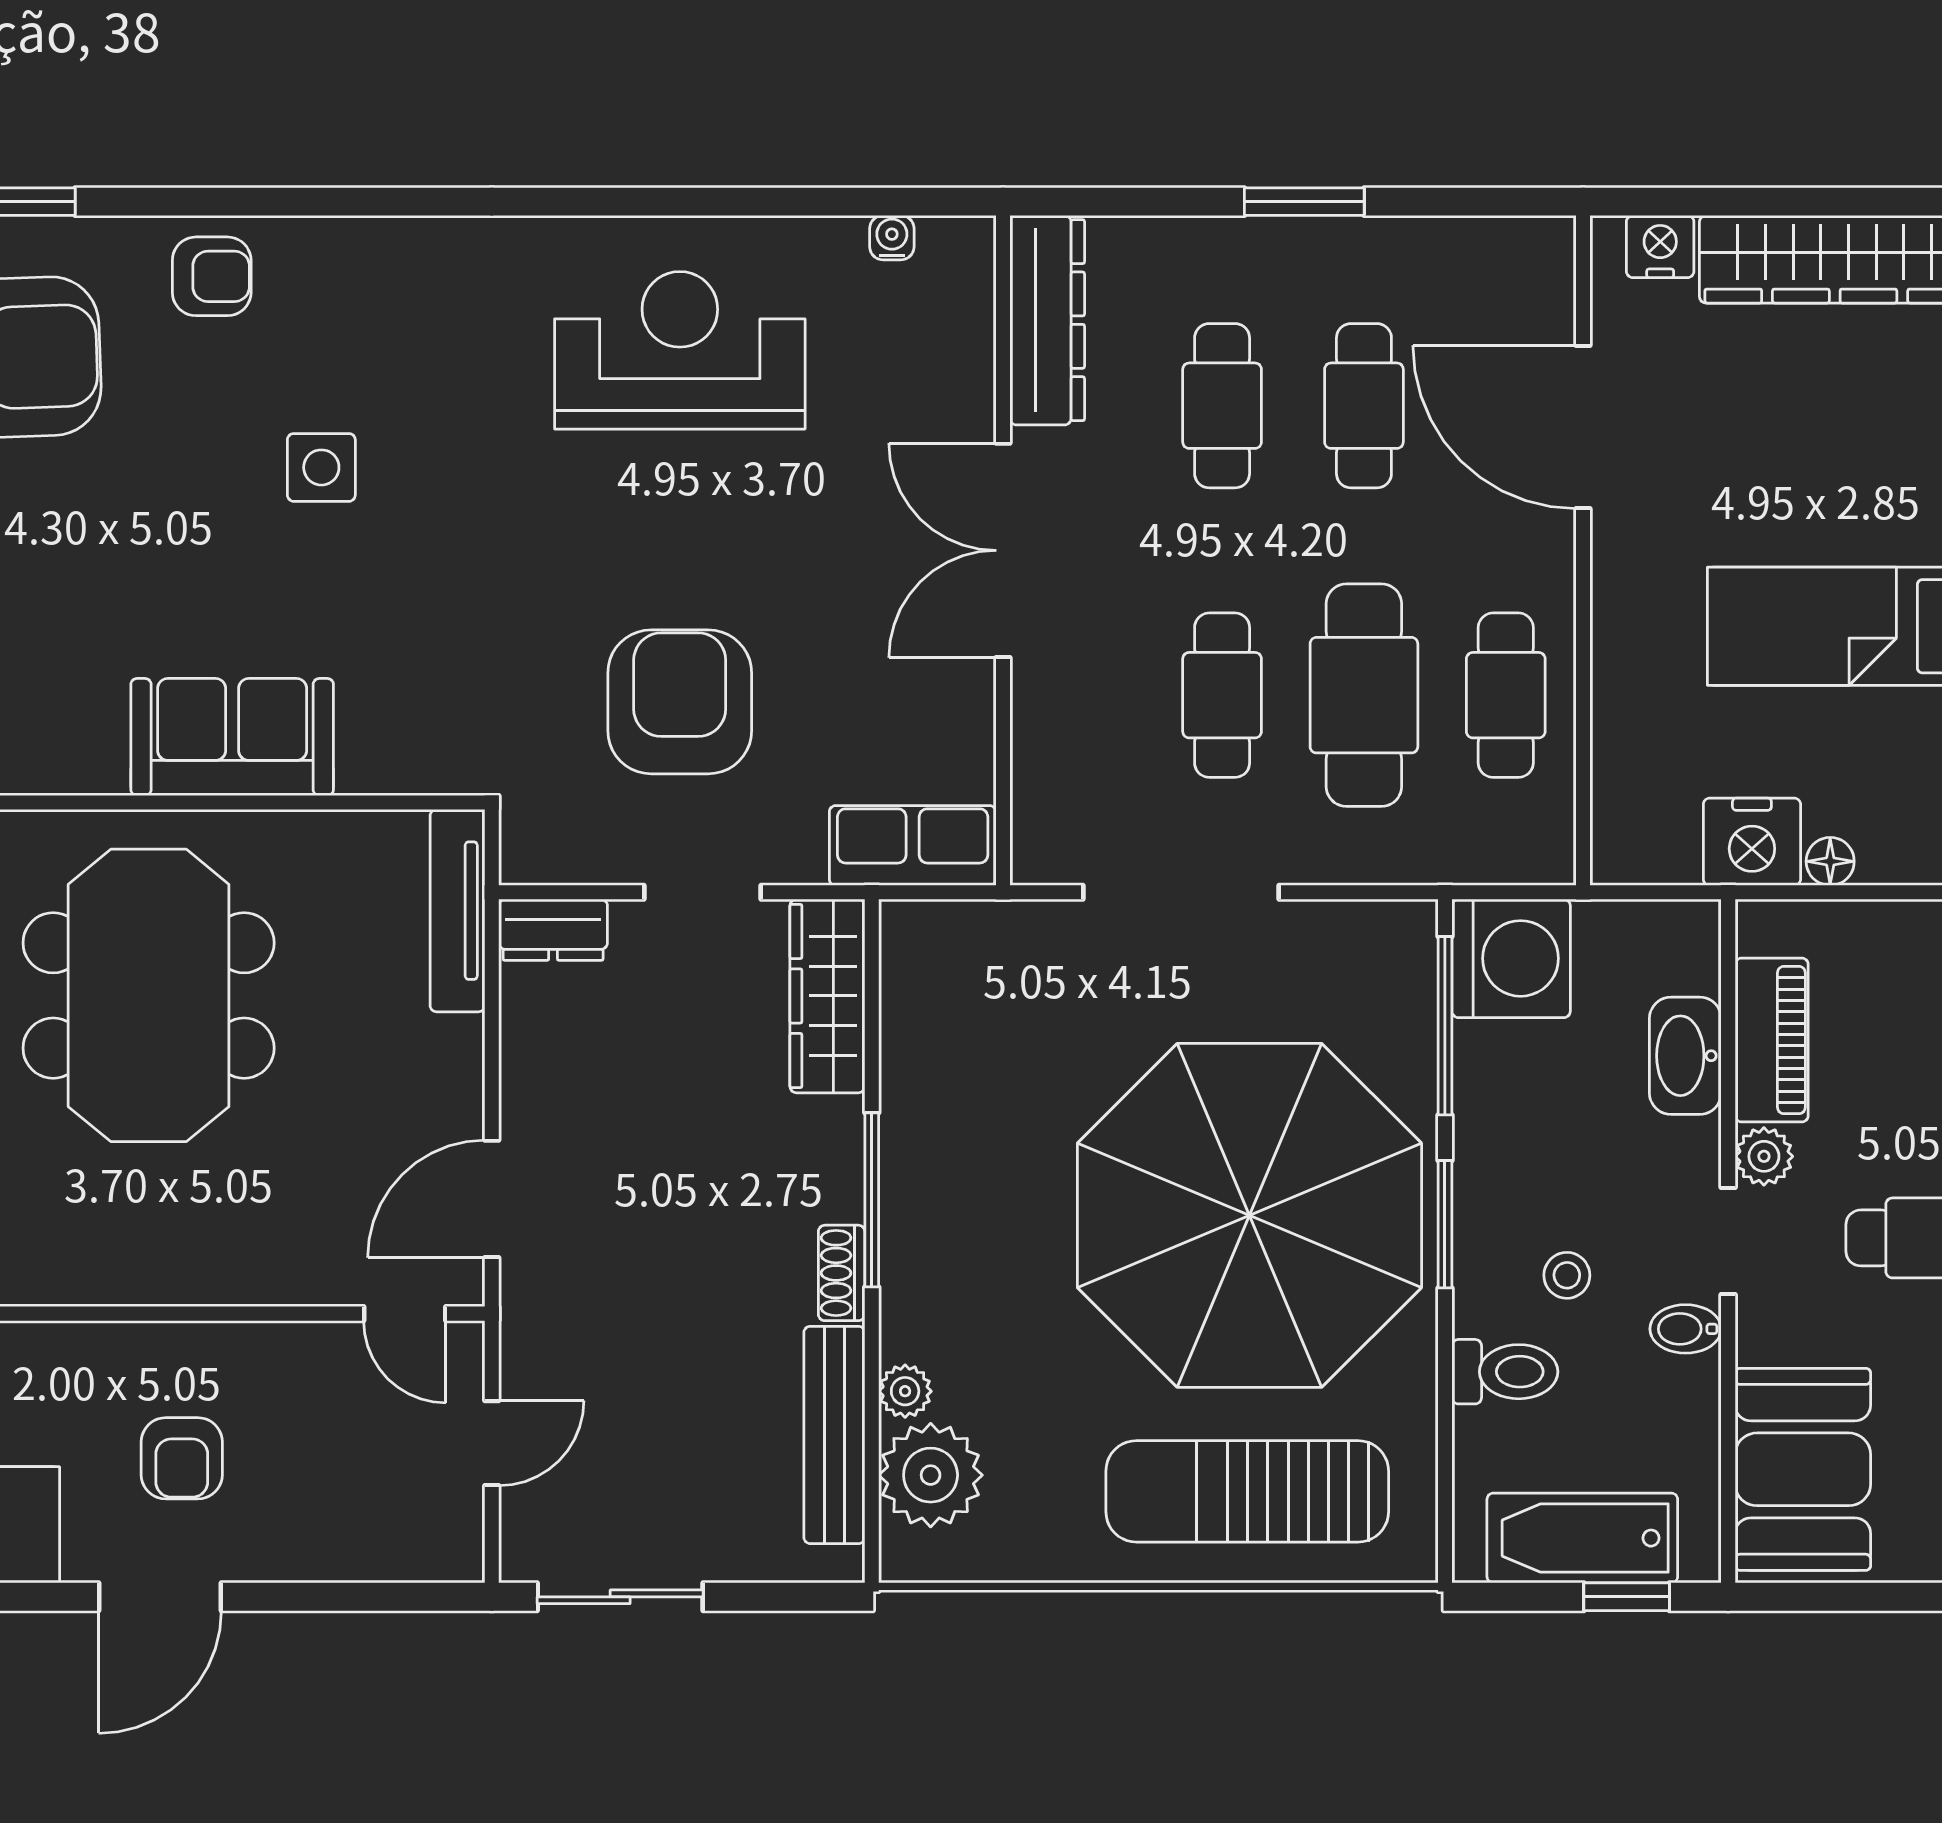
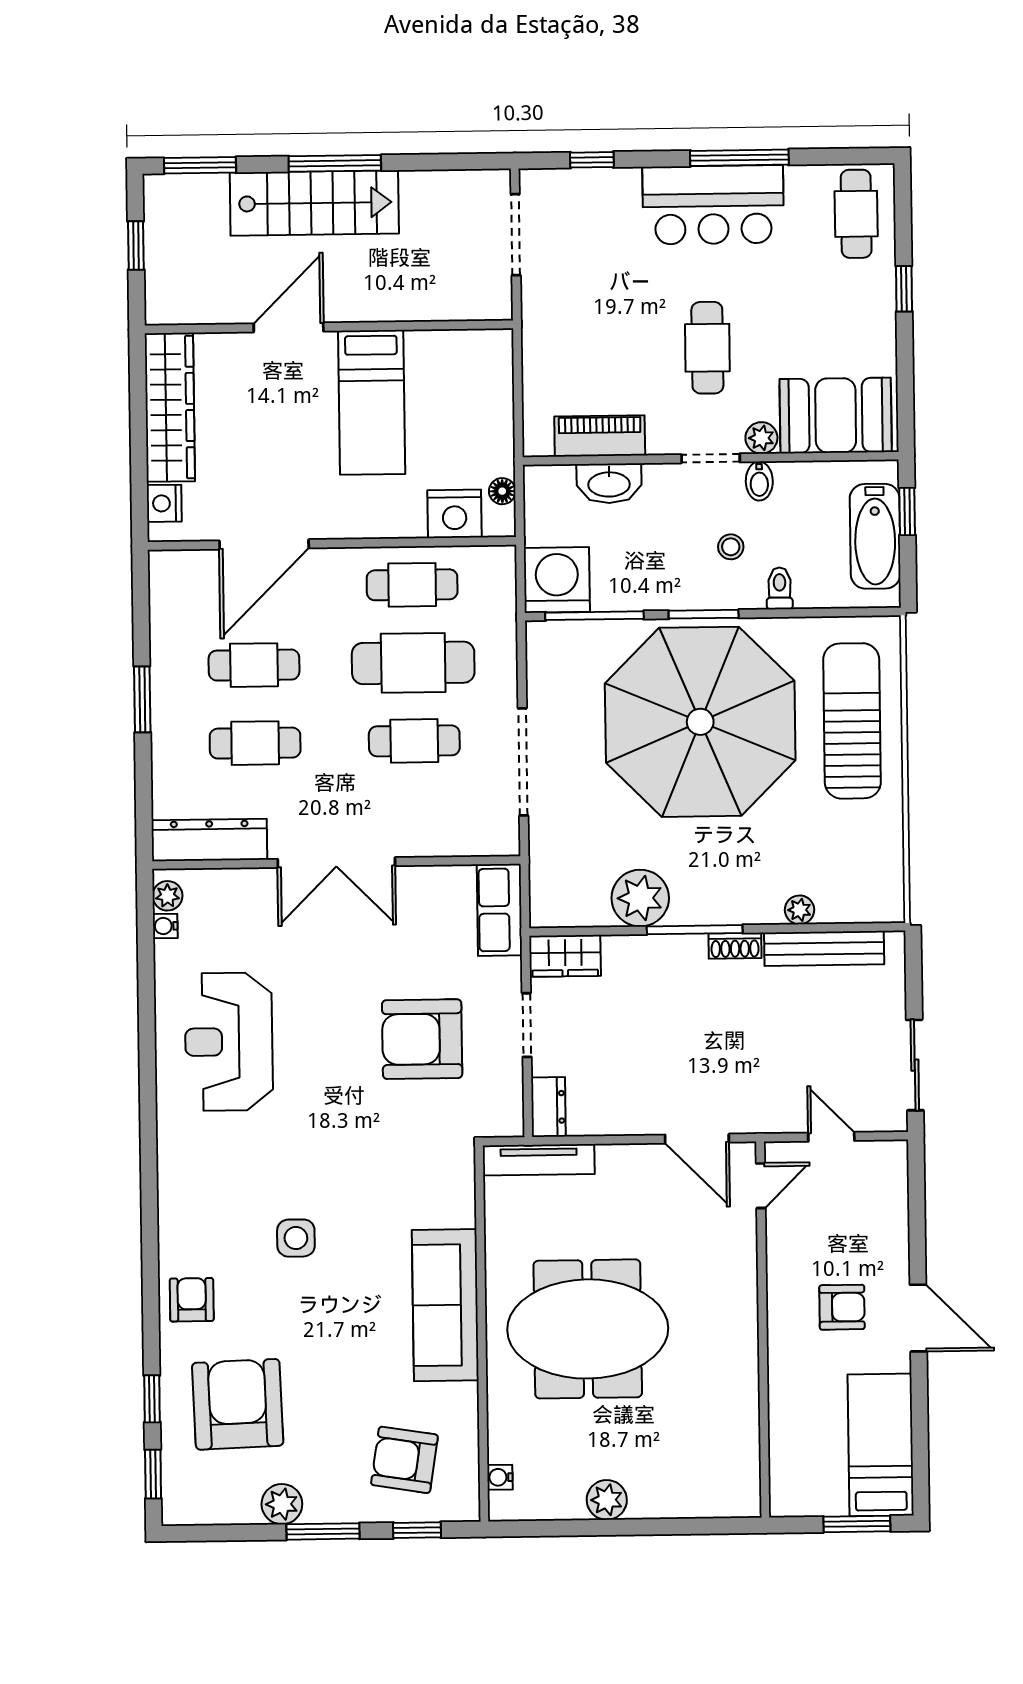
plant: (947, 243) -> (167, 896), added
sofa: (232, 737) -> (445, 1305), width x1.36
nightstand: (1752, 842) -> (455, 514), moved, turned 90
floor lamp: (1830, 861) -> (502, 491), moved
wardrobe: (827, 996) -> (565, 956), width x0.67
plant: (1764, 1156) -> (761, 438), moved
toilet: (1505, 1372) -> (780, 588), width x0.73, depth x0.72
plant: (931, 1475) -> (640, 898), moved
sun lounger: (1247, 1491) -> (852, 721), turned 180

